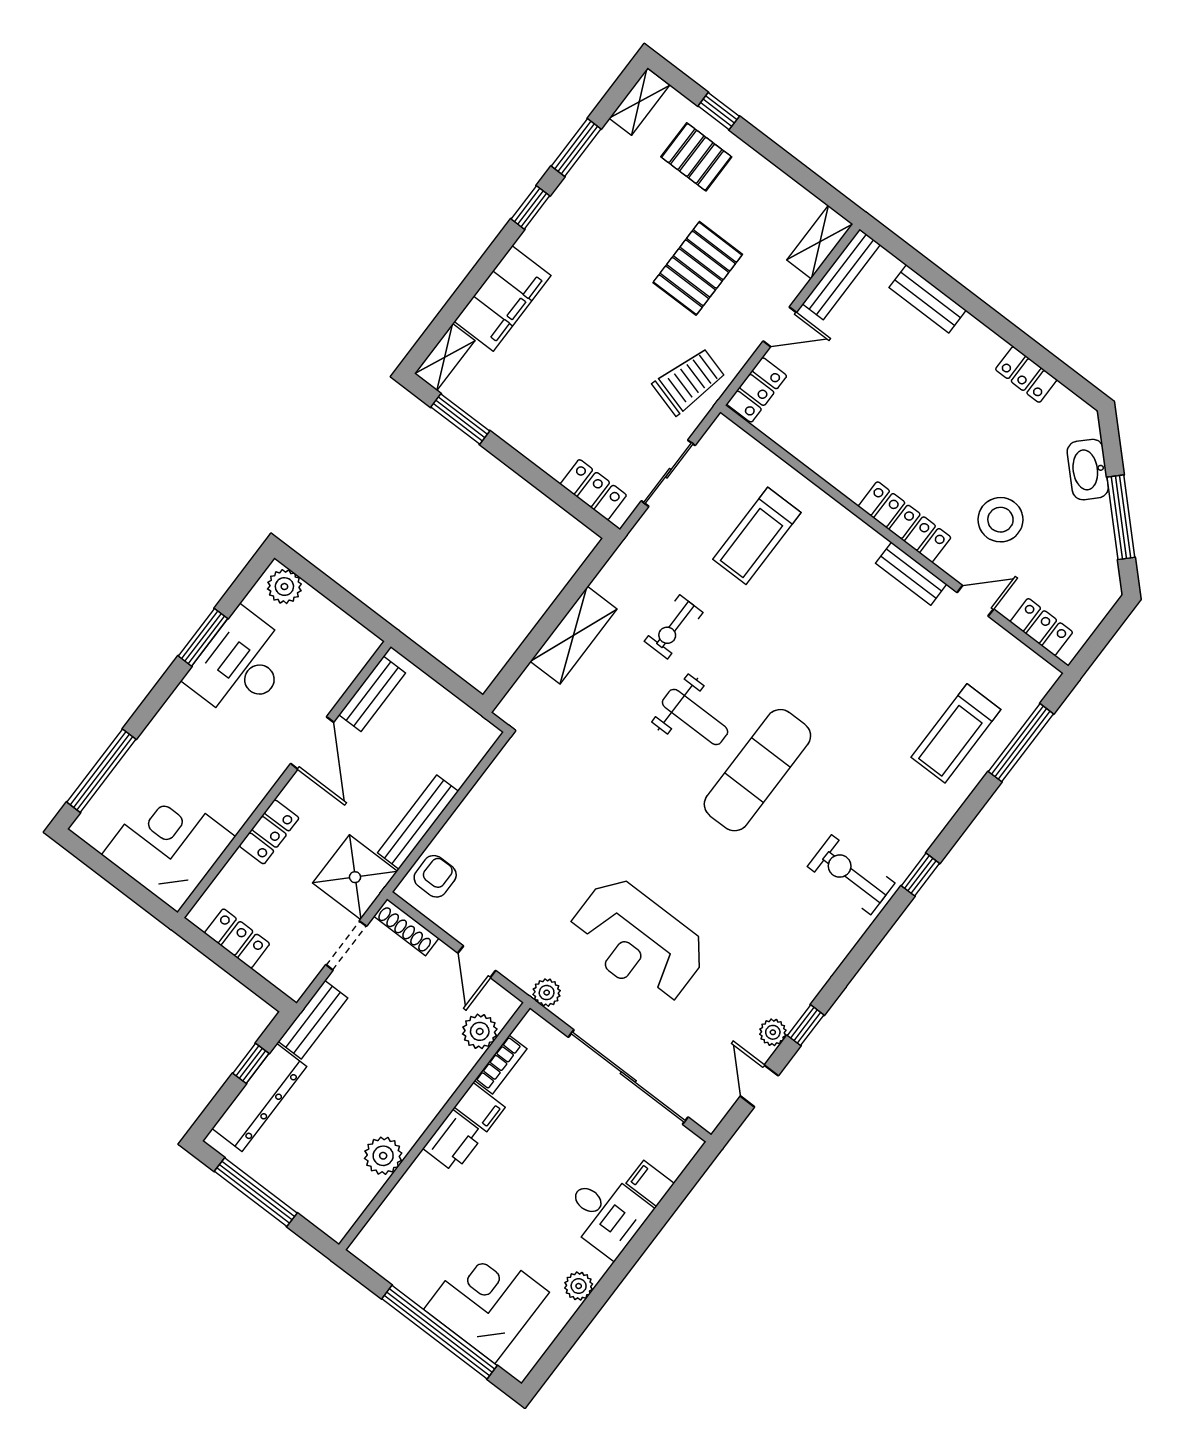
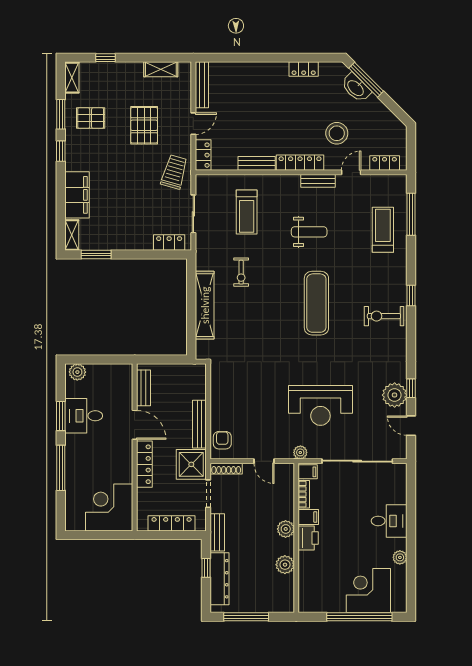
pallet: (696, 157) -> (91, 118), moved
shelving: (820, 242) -> (161, 69), moved, turned 90
bench: (928, 299) -> (257, 163), moved
window: (1121, 517) -> (366, 80), moved
shelving: (574, 635) -> (205, 305), width x1.47
desk: (240, 665) -> (84, 416), width x0.73
weight bench: (695, 717) -> (309, 232), moved
treadmill: (956, 733) -> (383, 230), turned 180
window: (101, 771) -> (61, 468), moved
locker: (269, 832) -> (144, 464), width x1.53
locker: (237, 938) -> (172, 523), width x1.53
plant: (480, 1031) -> (286, 529), moved
plant: (773, 1032) -> (395, 395), width x1.88, depth x1.88
filing cabinet: (650, 1183) -> (308, 472), moved, turned 180

